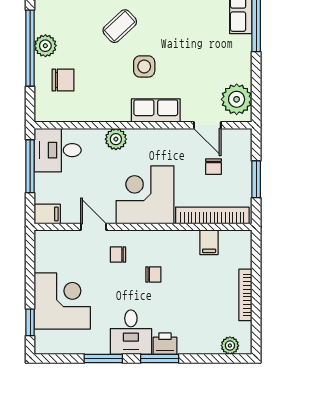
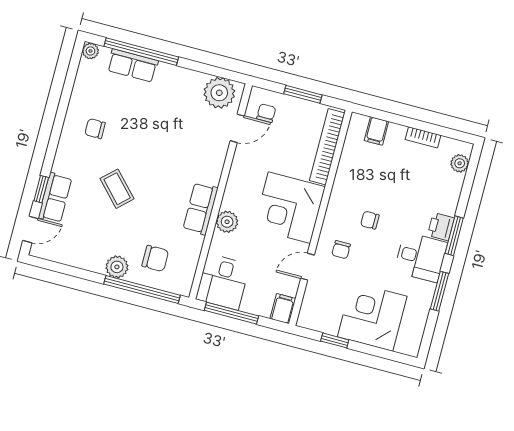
window: (30, 48) -> (142, 290), moved
side table: (144, 66) -> (163, 175), removed
chair: (63, 80) -> (155, 258), turned 90
row of seats: (156, 110) -> (200, 209), moved
chair: (214, 167) -> (266, 113), moved, turned -90
filing cabinet: (209, 242) -> (376, 131), moved, turned 90
chair: (153, 274) -> (370, 220), turned -90
bookcase: (245, 295) -> (423, 137), width x0.64
window: (30, 322) -> (335, 340), moved

